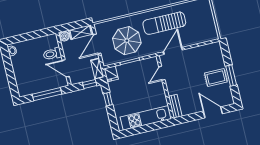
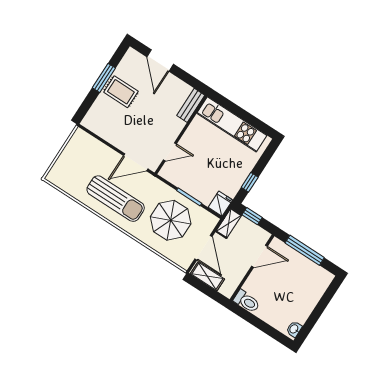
boiler: (64, 36) -> (228, 289), removed
door: (97, 44) -> (204, 248), hinge flipped
toilet: (52, 54) -> (247, 301), moved
door: (66, 68) -> (260, 256), hinge flipped

